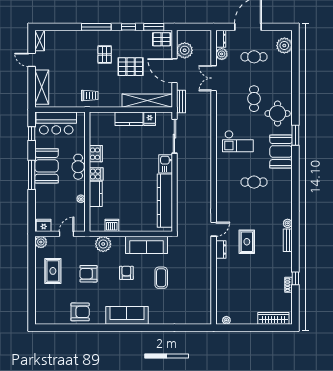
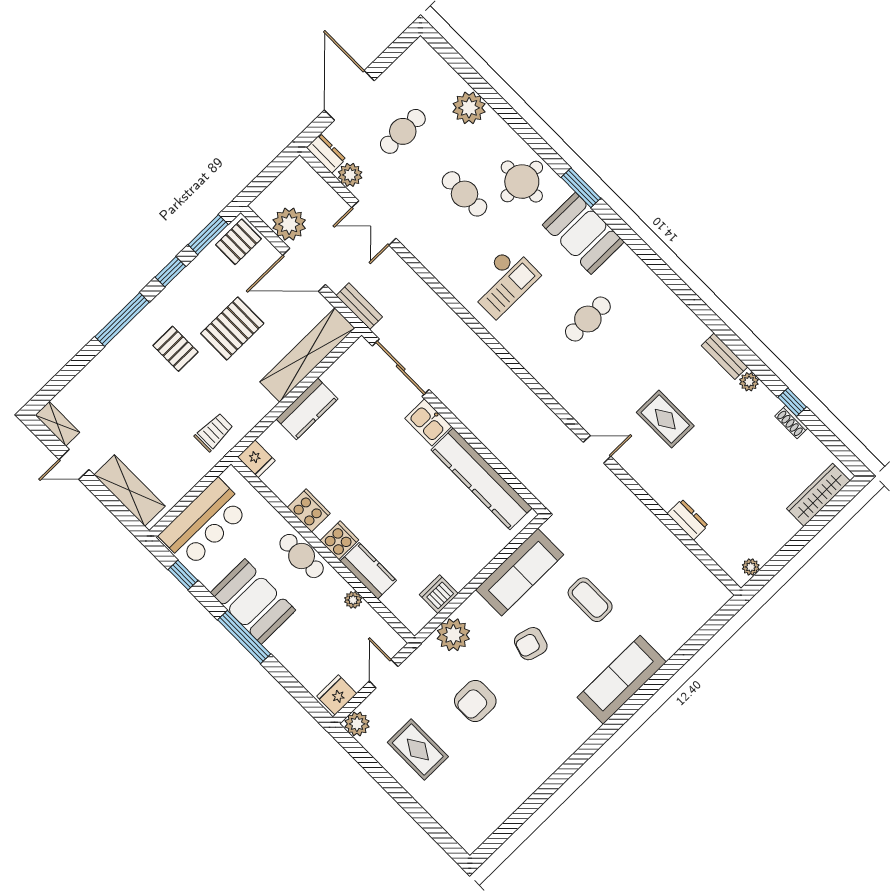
plant: (284, 46) -> (469, 108), moved
fridge: (150, 119) -> (256, 459), moved
plant: (288, 223) -> (749, 382), moved
door: (214, 229) -> (597, 449), hinge flipped
dresser: (221, 249) -> (688, 520), moved
armchair: (126, 273) -> (531, 644), turned -74
armchair: (80, 312) -> (519, 771), removed
sofa: (127, 315) -> (622, 680), moved

